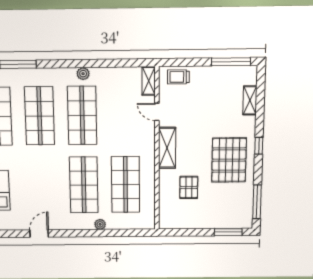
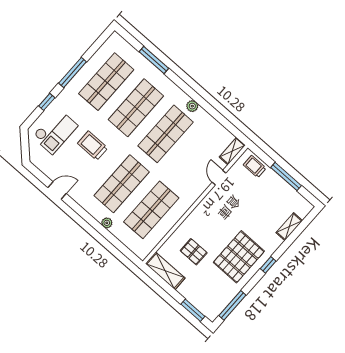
window: (231, 62) -> (286, 177), moved
shelving: (167, 148) -> (165, 271), moved, turned 90
trolley: (34, 176) -> (93, 146), added
pallet: (189, 187) -> (194, 252), turned 90

